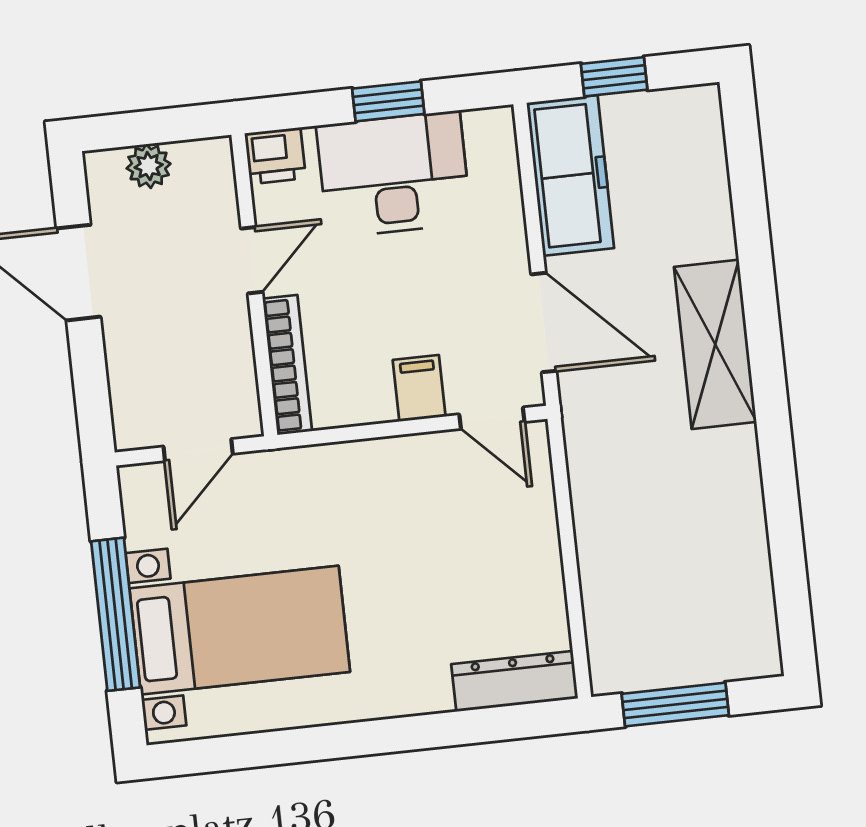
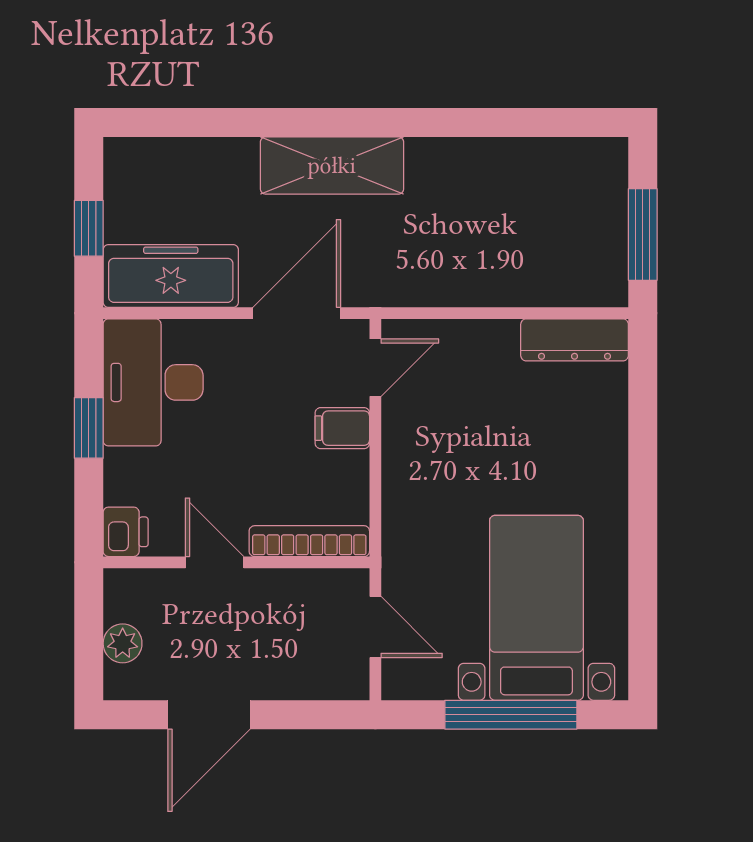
desk: (394, 174) -> (153, 382), moved
dresser: (515, 681) -> (575, 340), moved, turned -90

